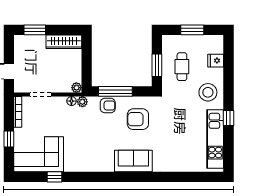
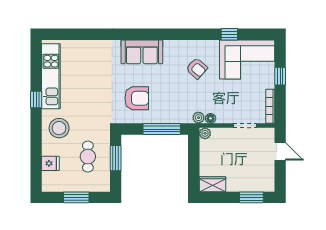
wardrobe: (64, 42) -> (212, 184), width x0.67
armchair: (108, 106) -> (197, 68), moved, turned -138

